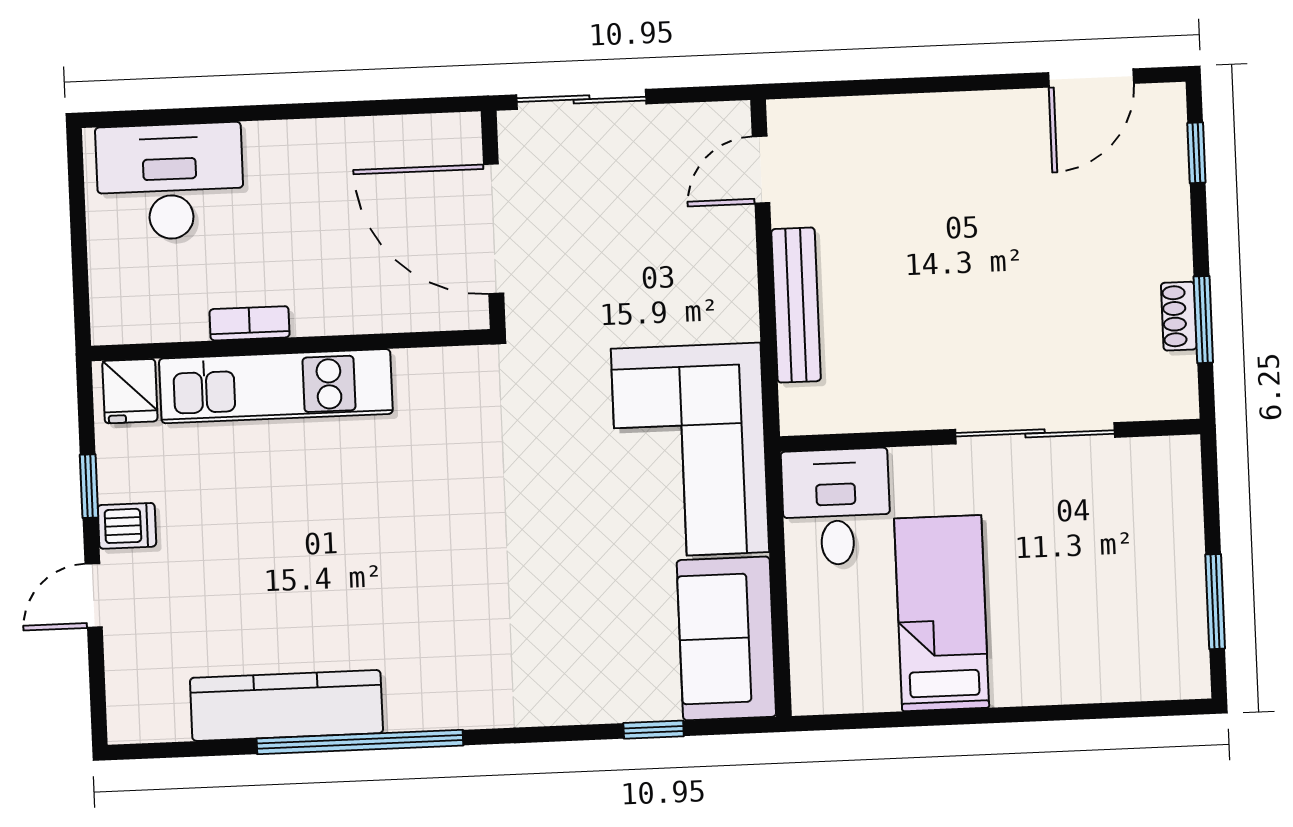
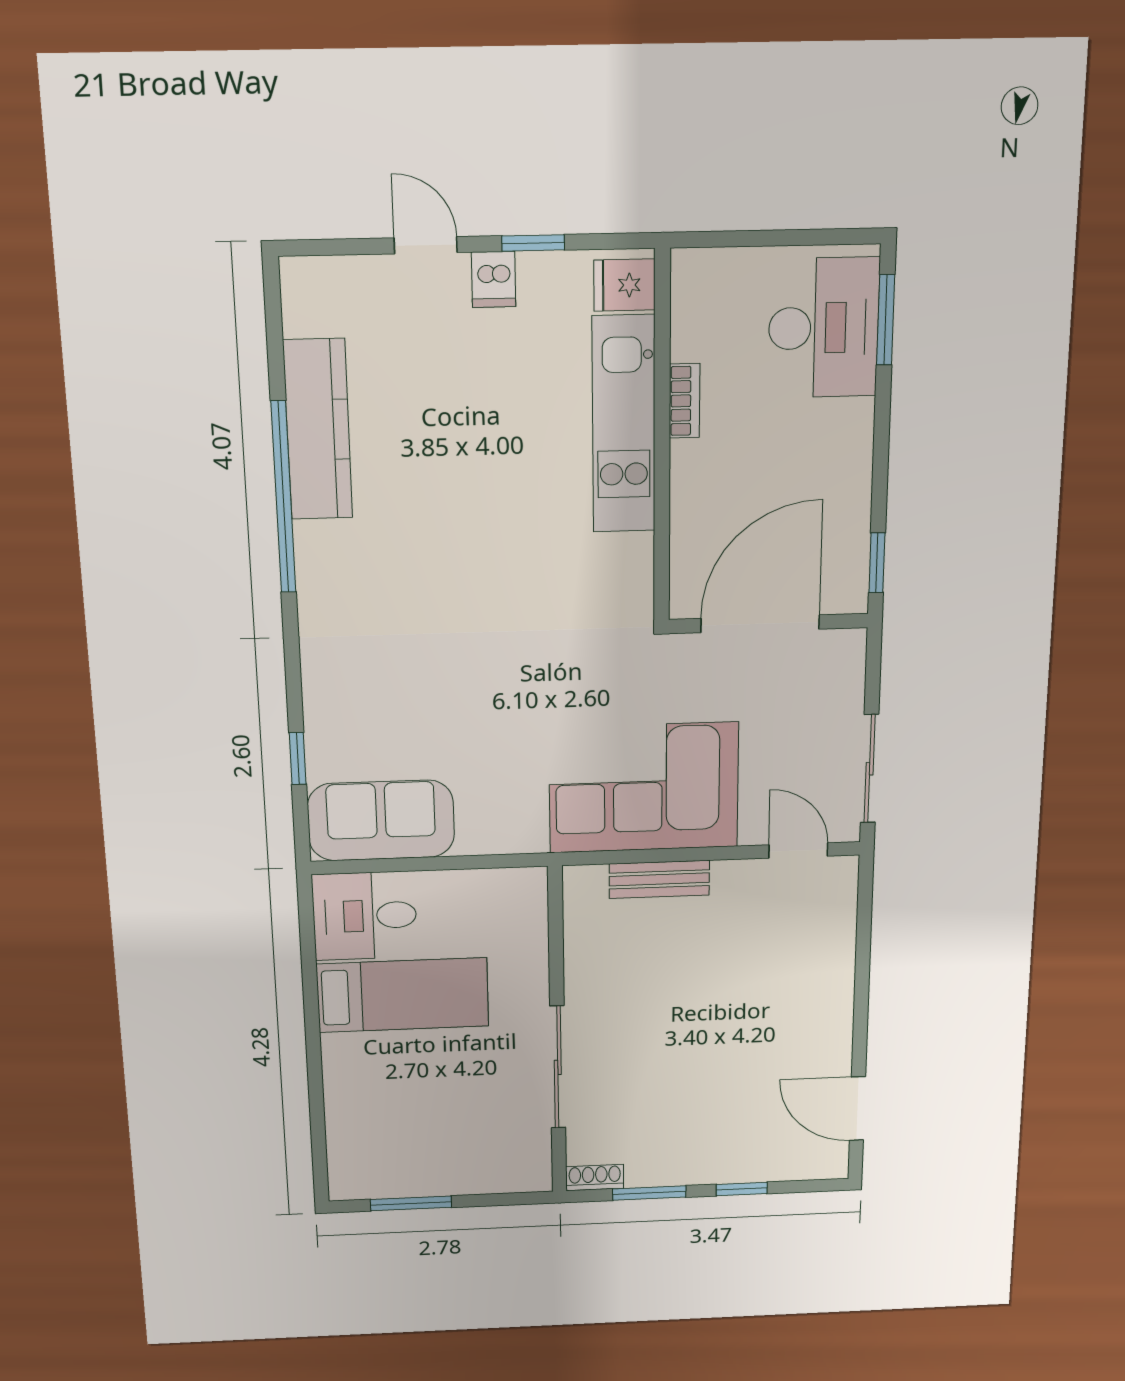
sliding door: (581, 99) -> (870, 769), moved
window: (423, 106) -> (877, 563), added
window: (161, 117) -> (886, 320), added
window: (1196, 153) -> (742, 1189), moved
bench: (796, 305) -> (659, 879), width x0.73
shoe rack: (1179, 316) -> (595, 1178), moved
corner sofa: (690, 450) -> (644, 788), moved
desk: (836, 507) -> (365, 916), moved, turned 180

